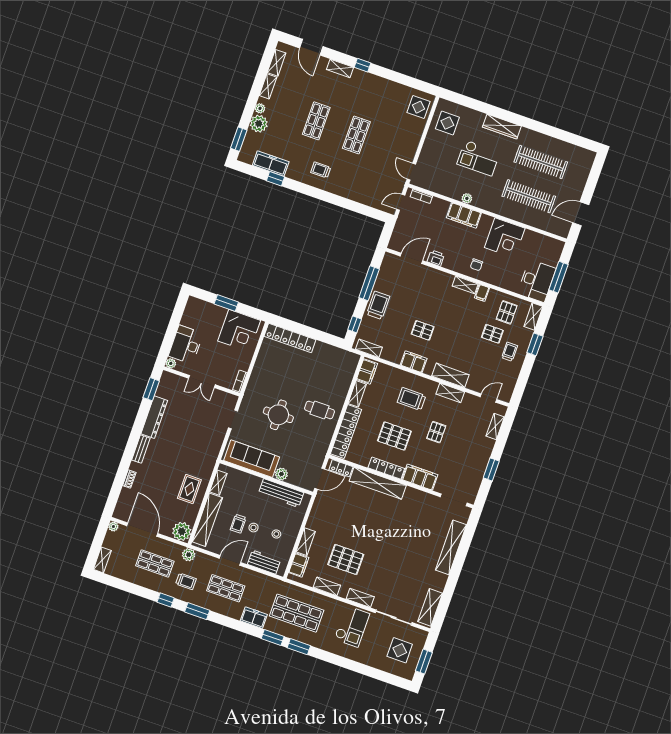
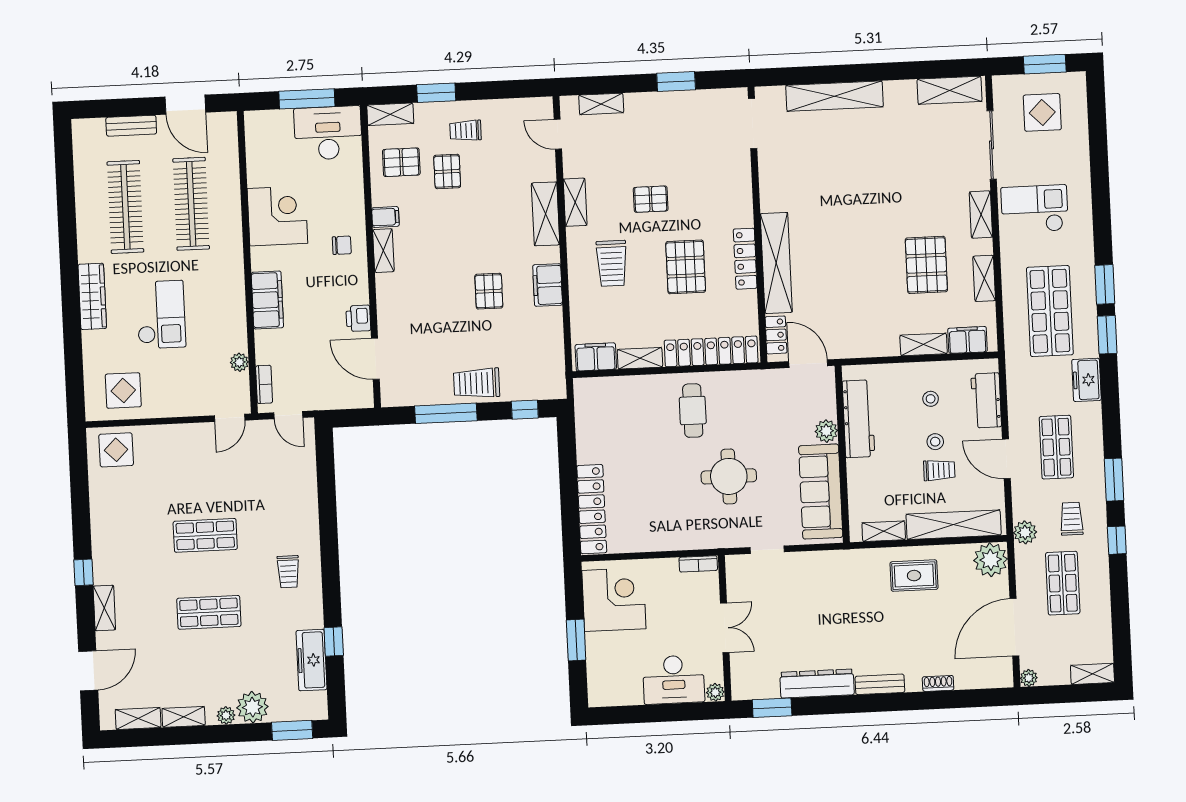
bench: (581, 182) -> (131, 126), added
plant: (467, 198) -> (239, 362), moved
shelving: (369, 348) -> (555, 369), removed
filing cabinet: (420, 477) -> (737, 196), removed

